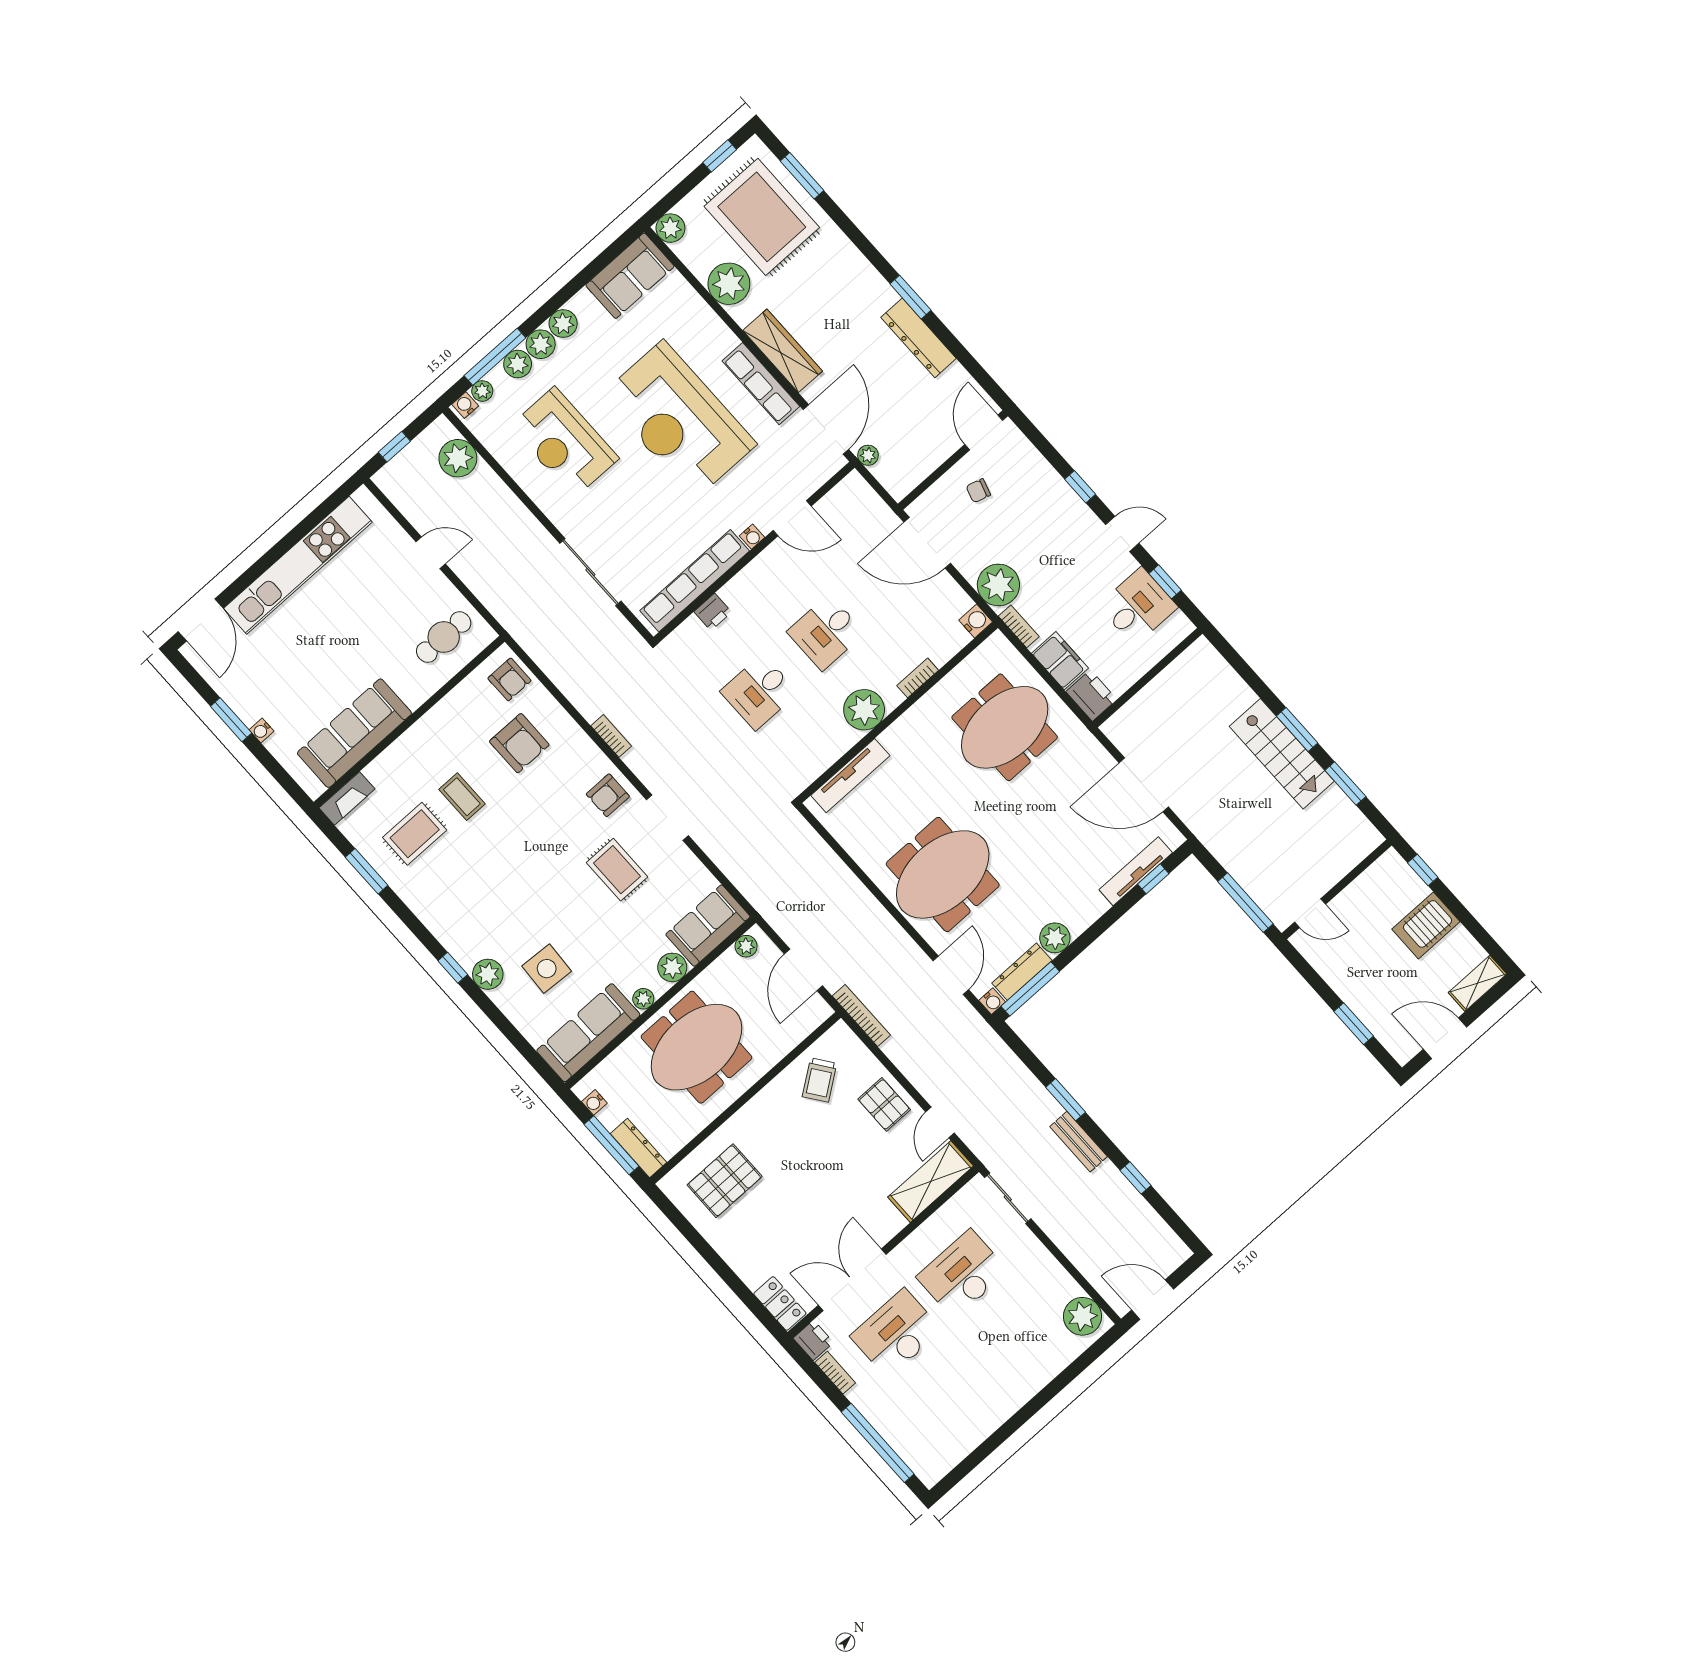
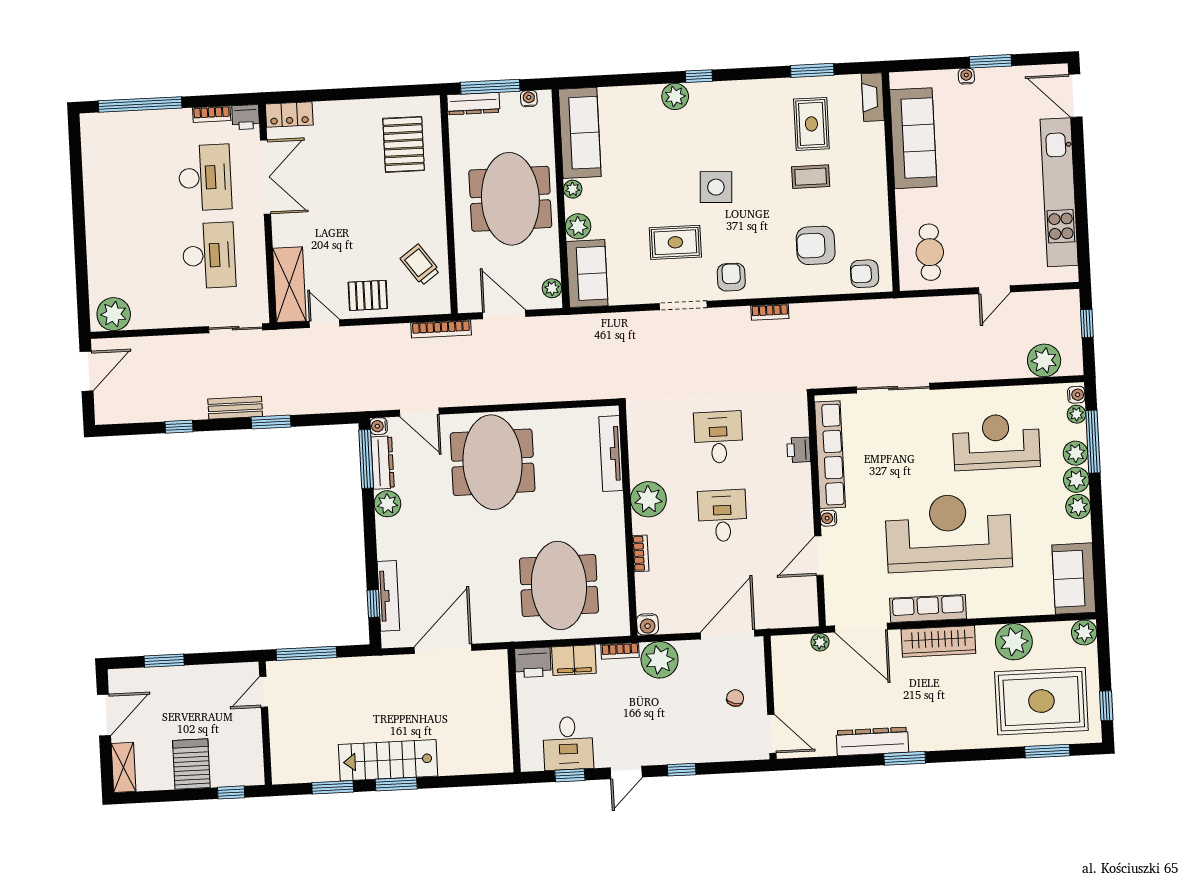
side table: (547, 969) -> (716, 187), moved

